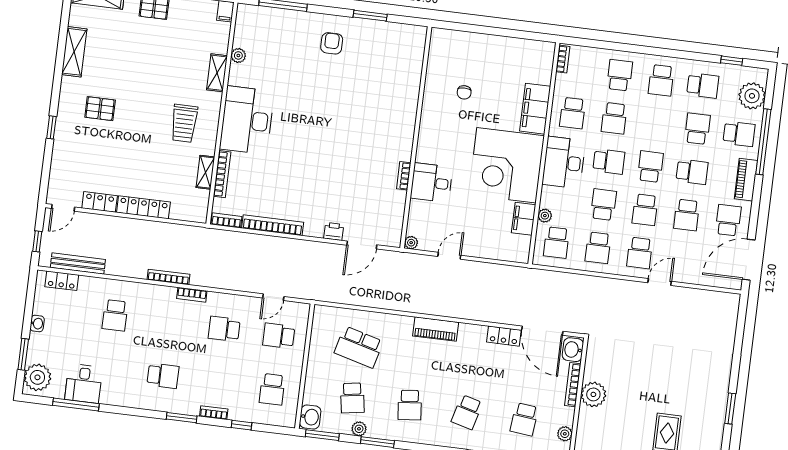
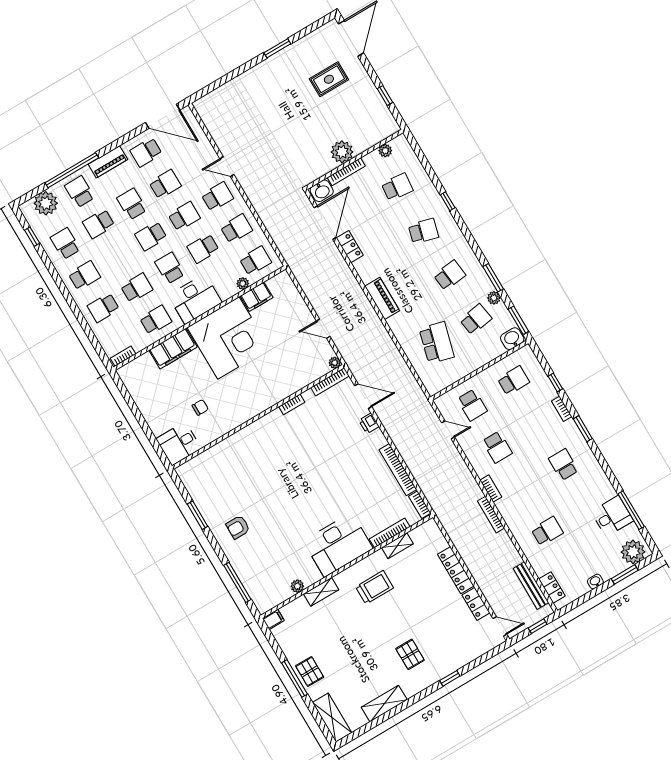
desk: (431, 183) -> (179, 444), moved, turned 90
bookcase: (397, 225) -> (330, 382), added

